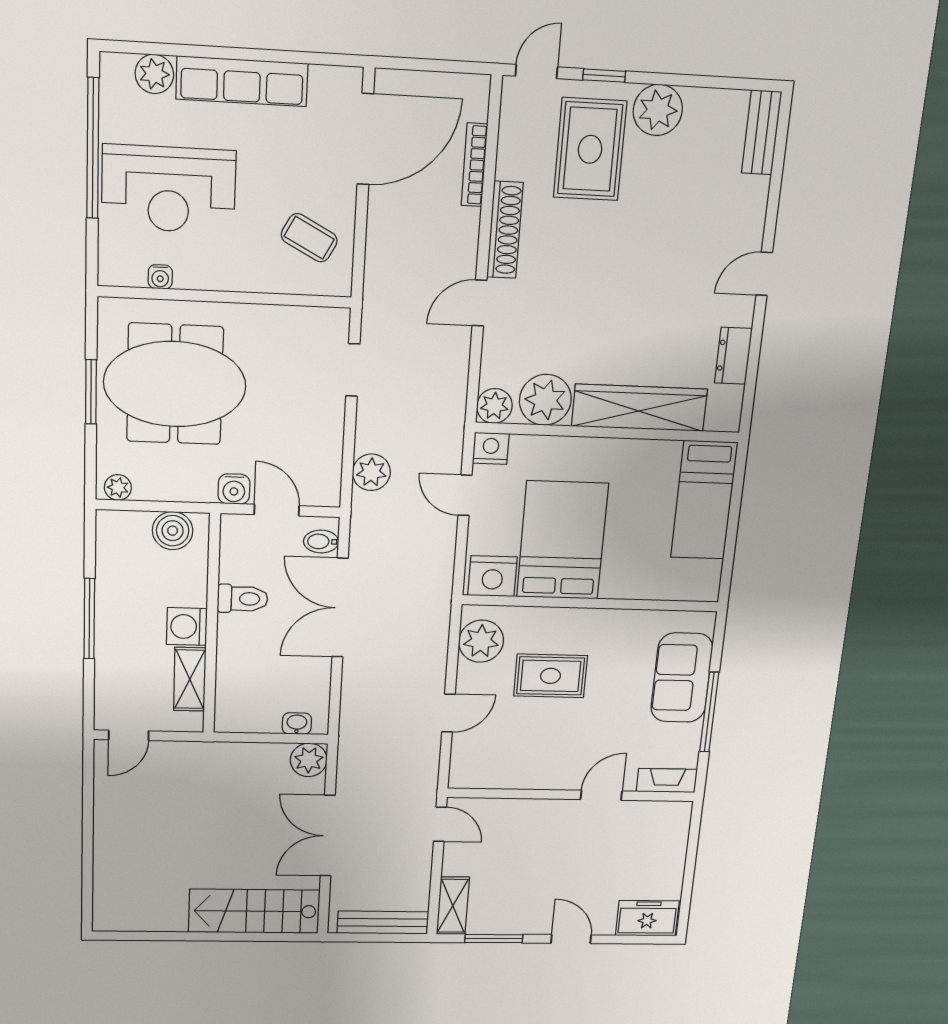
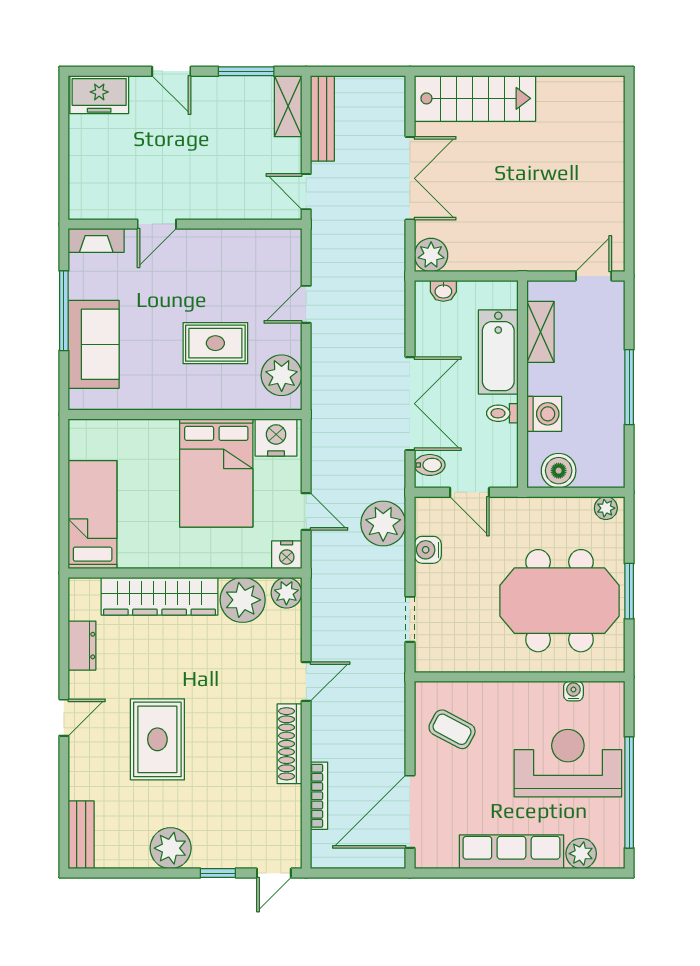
rug: (590, 149) -> (157, 739), moved
plant: (371, 472) -> (383, 524), width x1.36, depth x1.36
water cooler: (234, 489) -> (428, 550), moved, turned -90
toilet: (243, 599) -> (502, 413), width x0.73, depth x0.72
washing machine: (187, 627) -> (544, 414), moved
bathtub: (238, 660) -> (498, 352), added
bench: (383, 923) -> (322, 118), moved, turned 90

